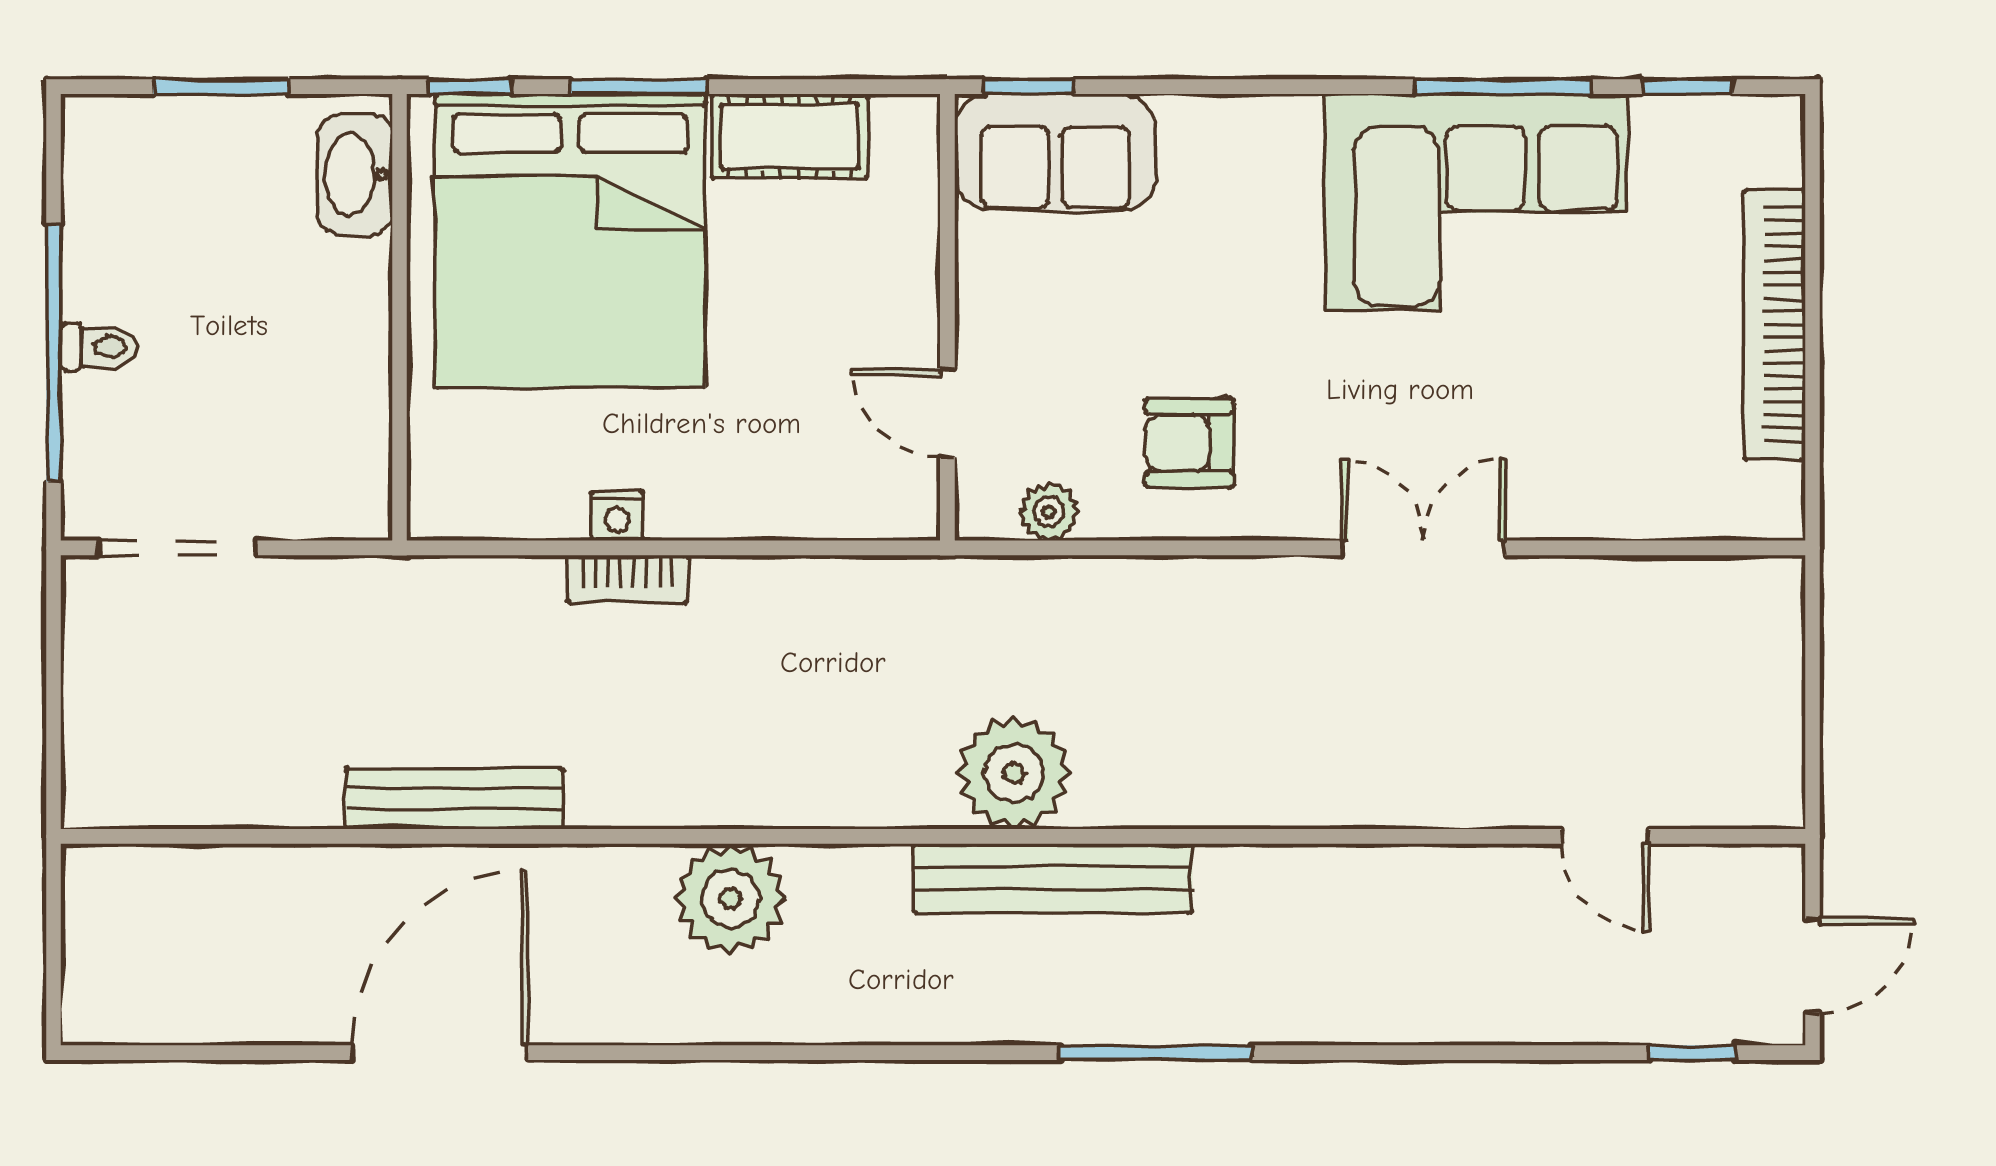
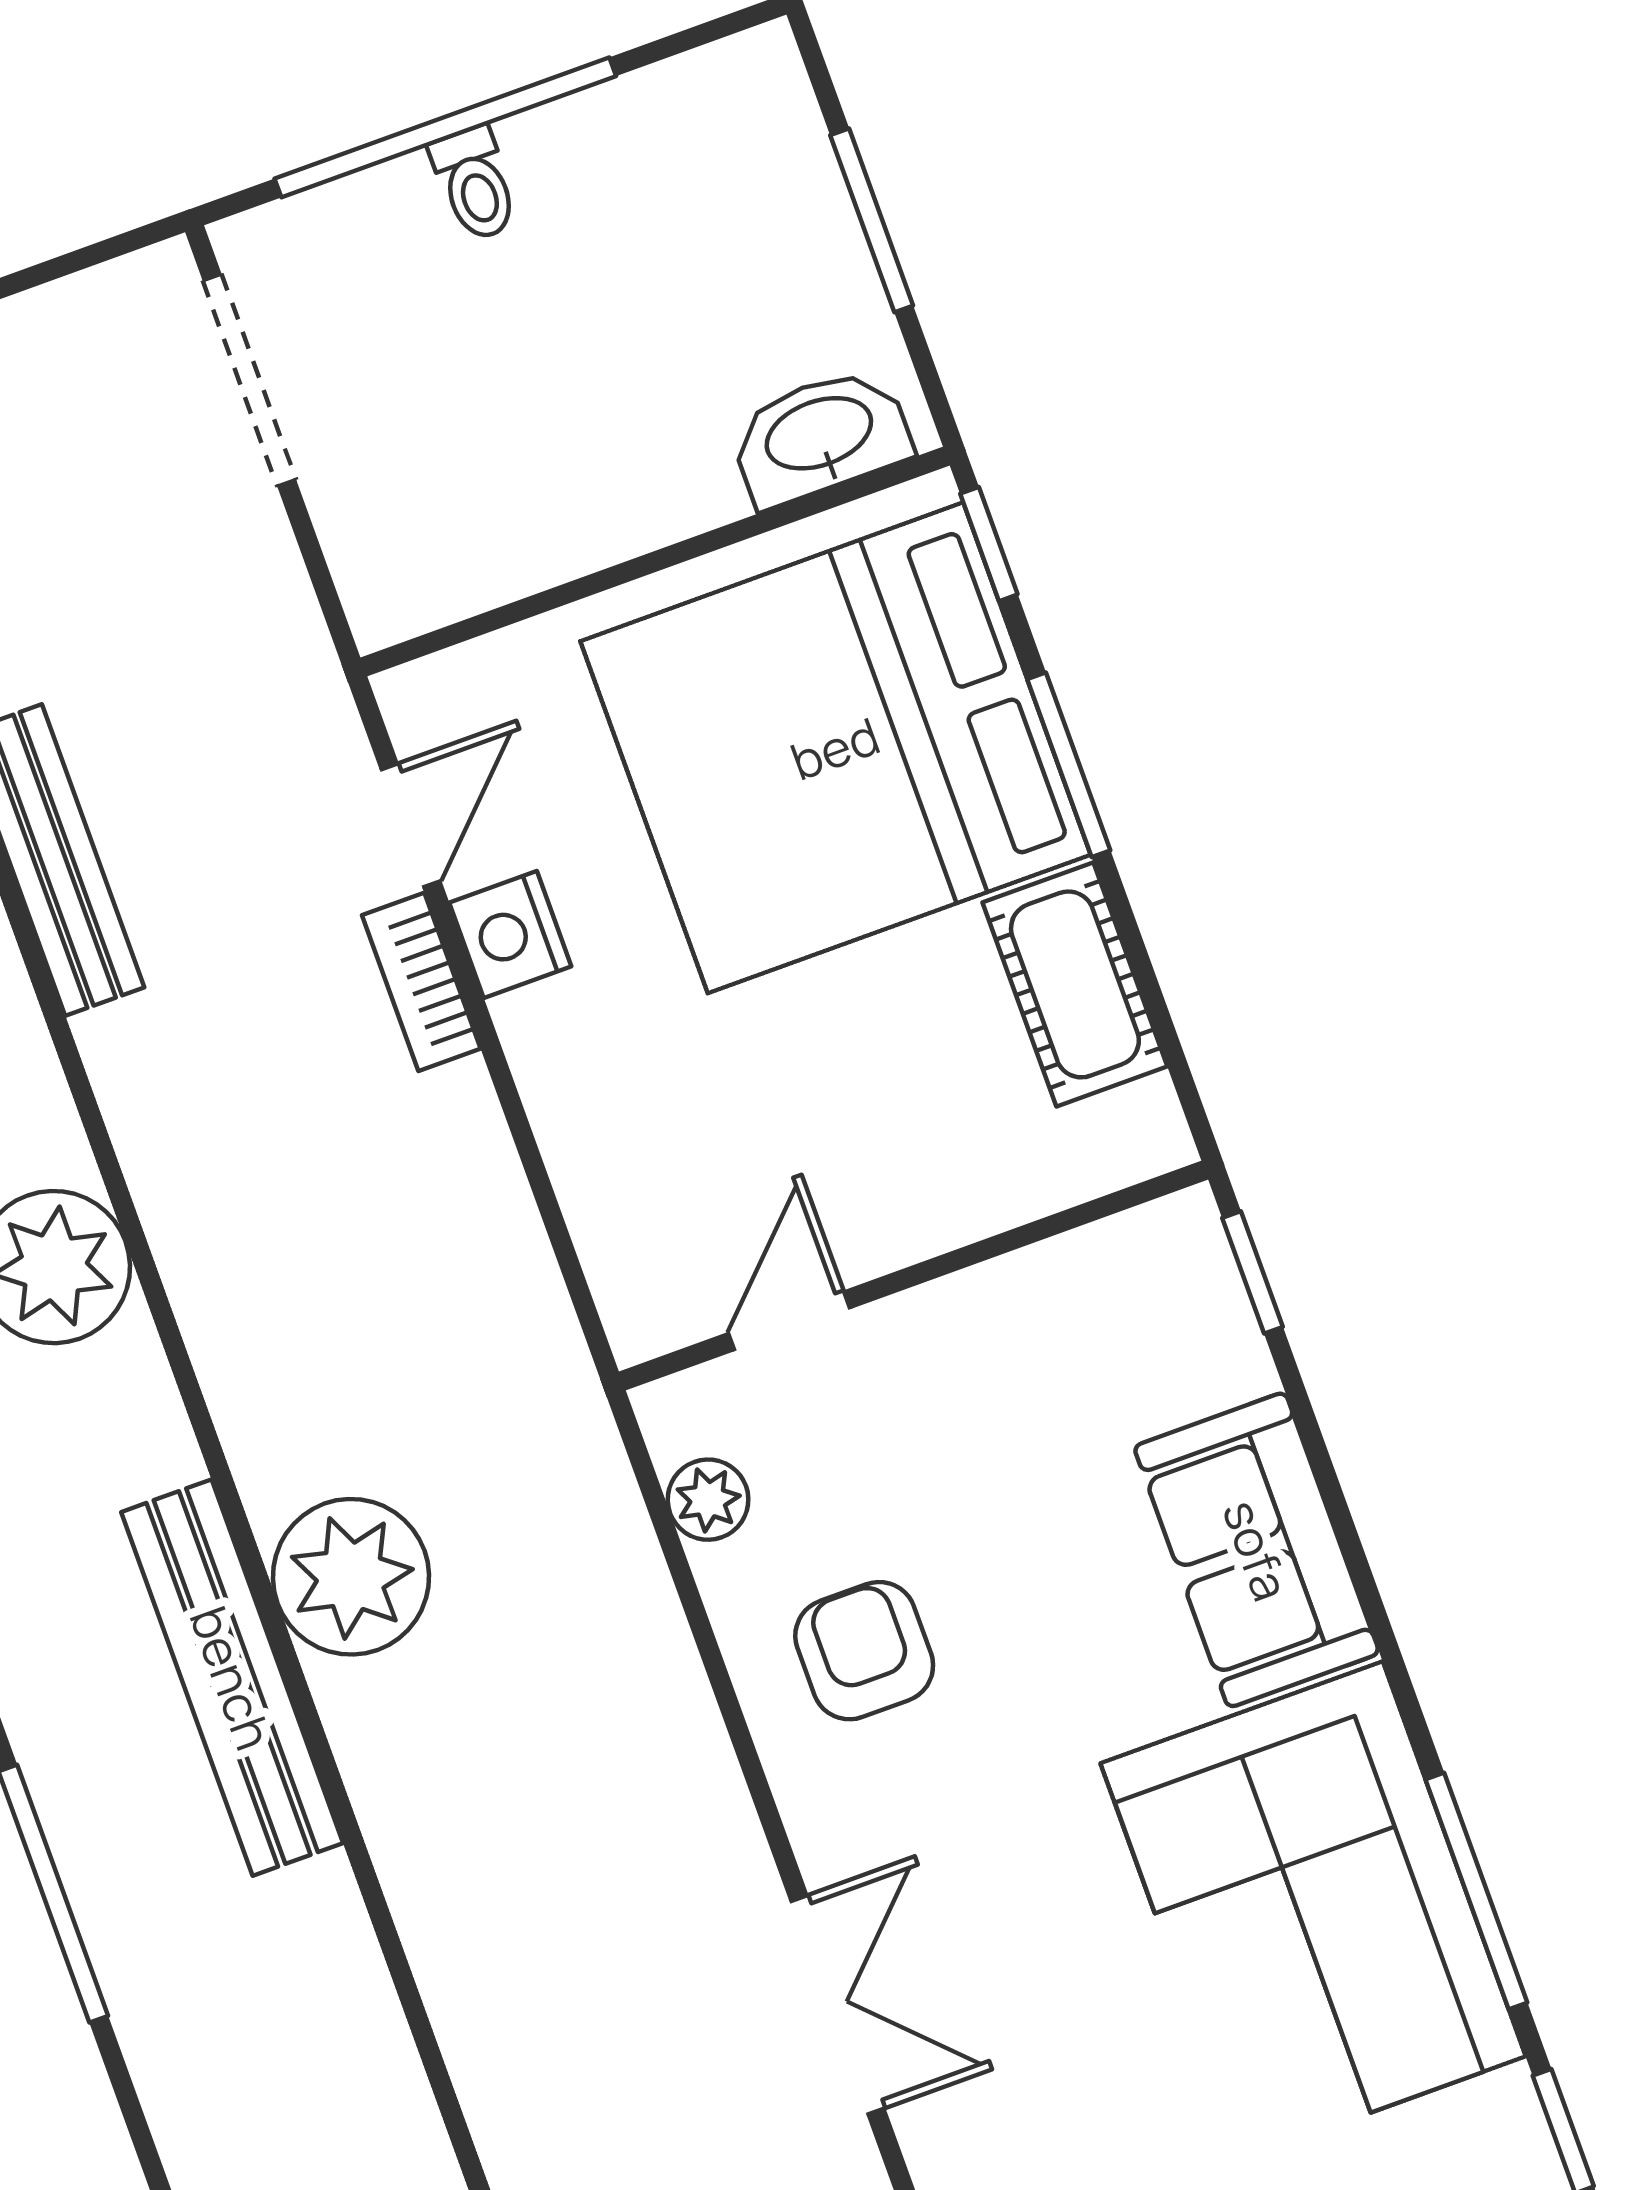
sofa: (1055, 152) -> (1257, 1550), moved
nightstand: (617, 516) -> (510, 935), width x1.39, depth x1.35
door: (519, 548) -> (411, 825), added

